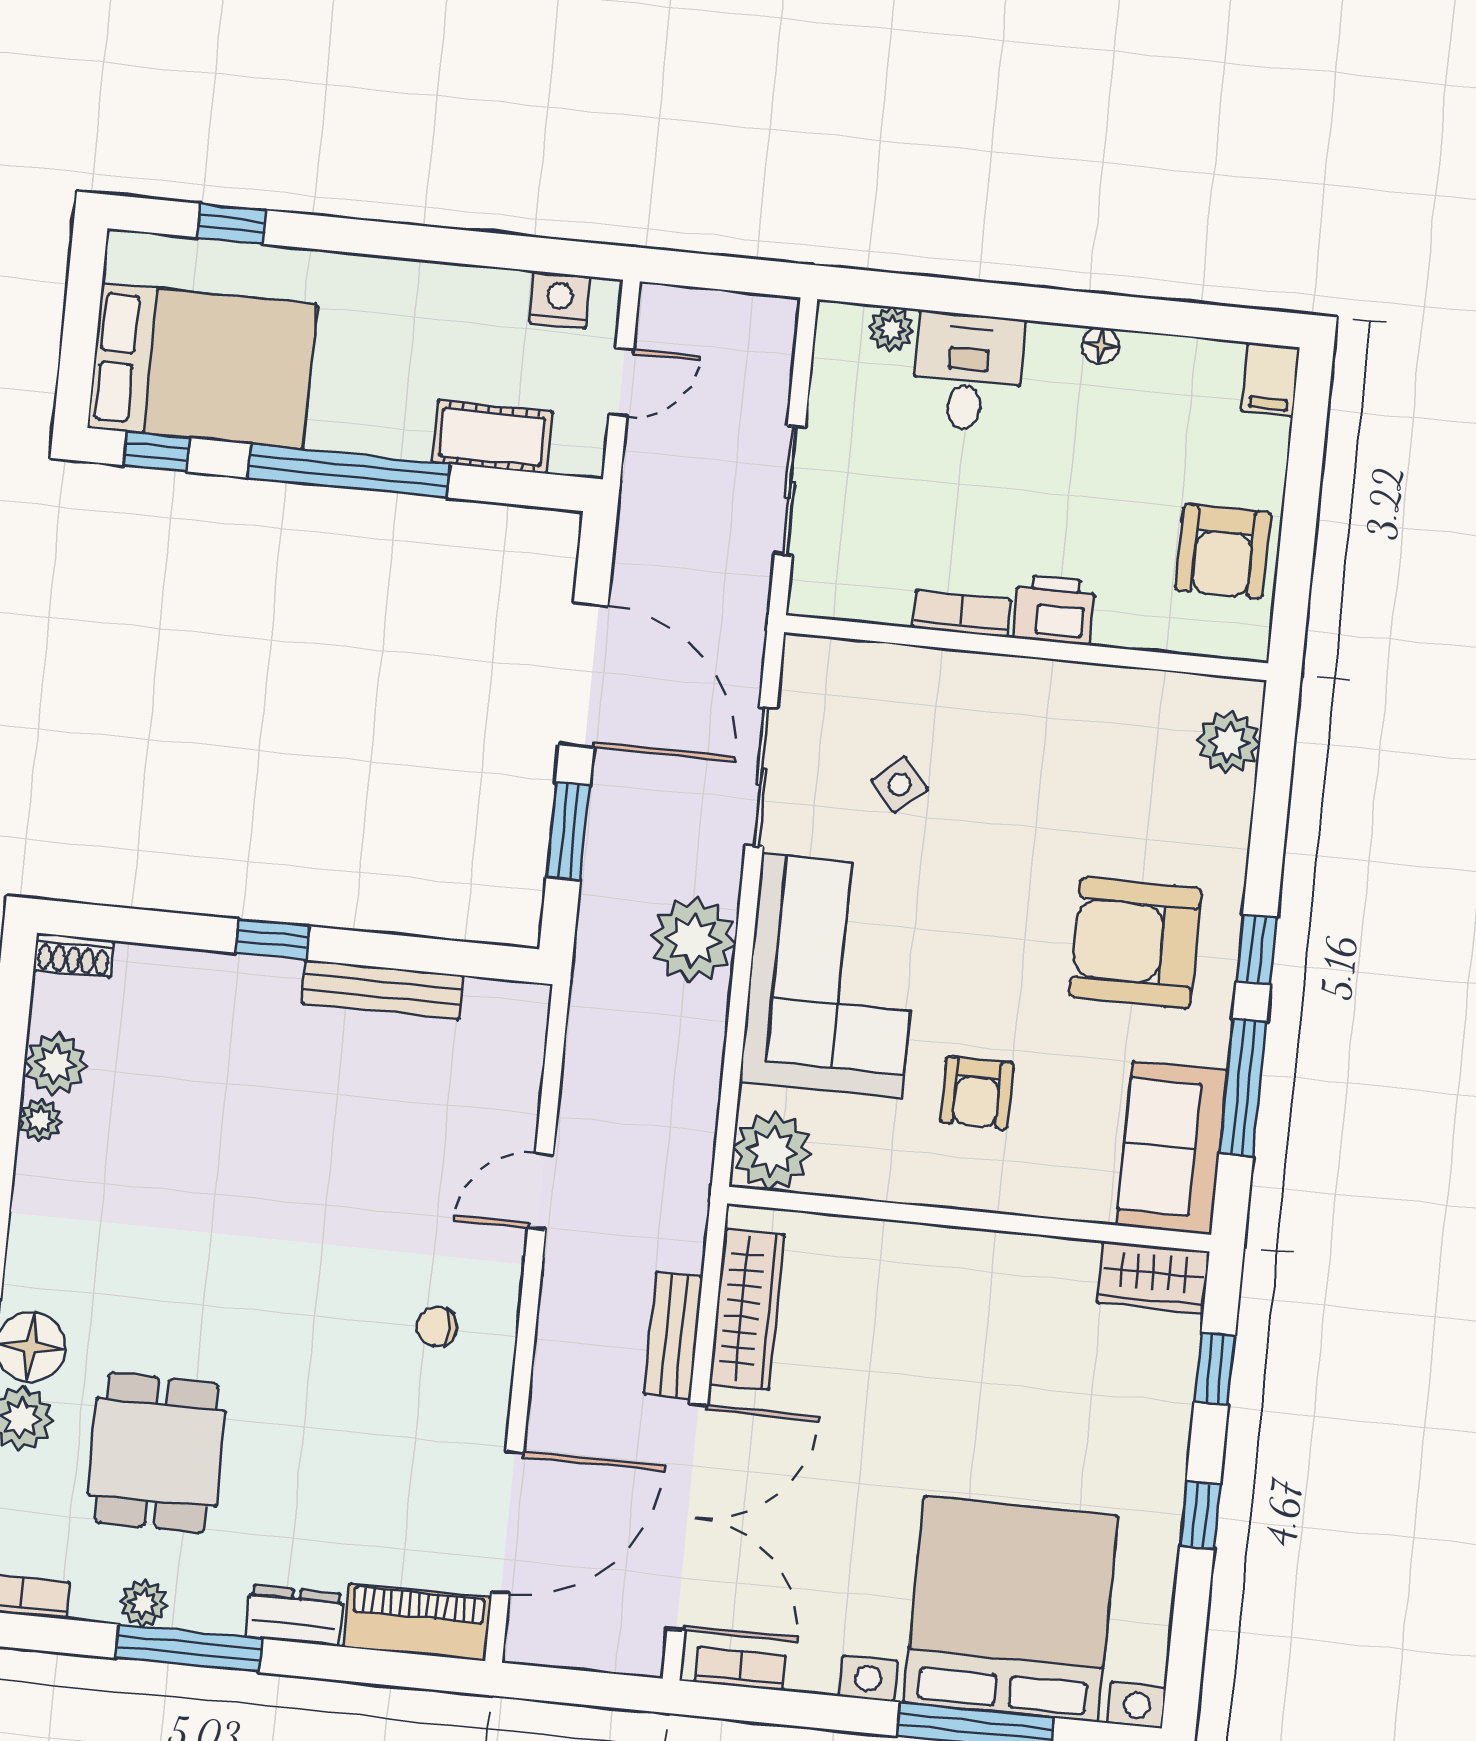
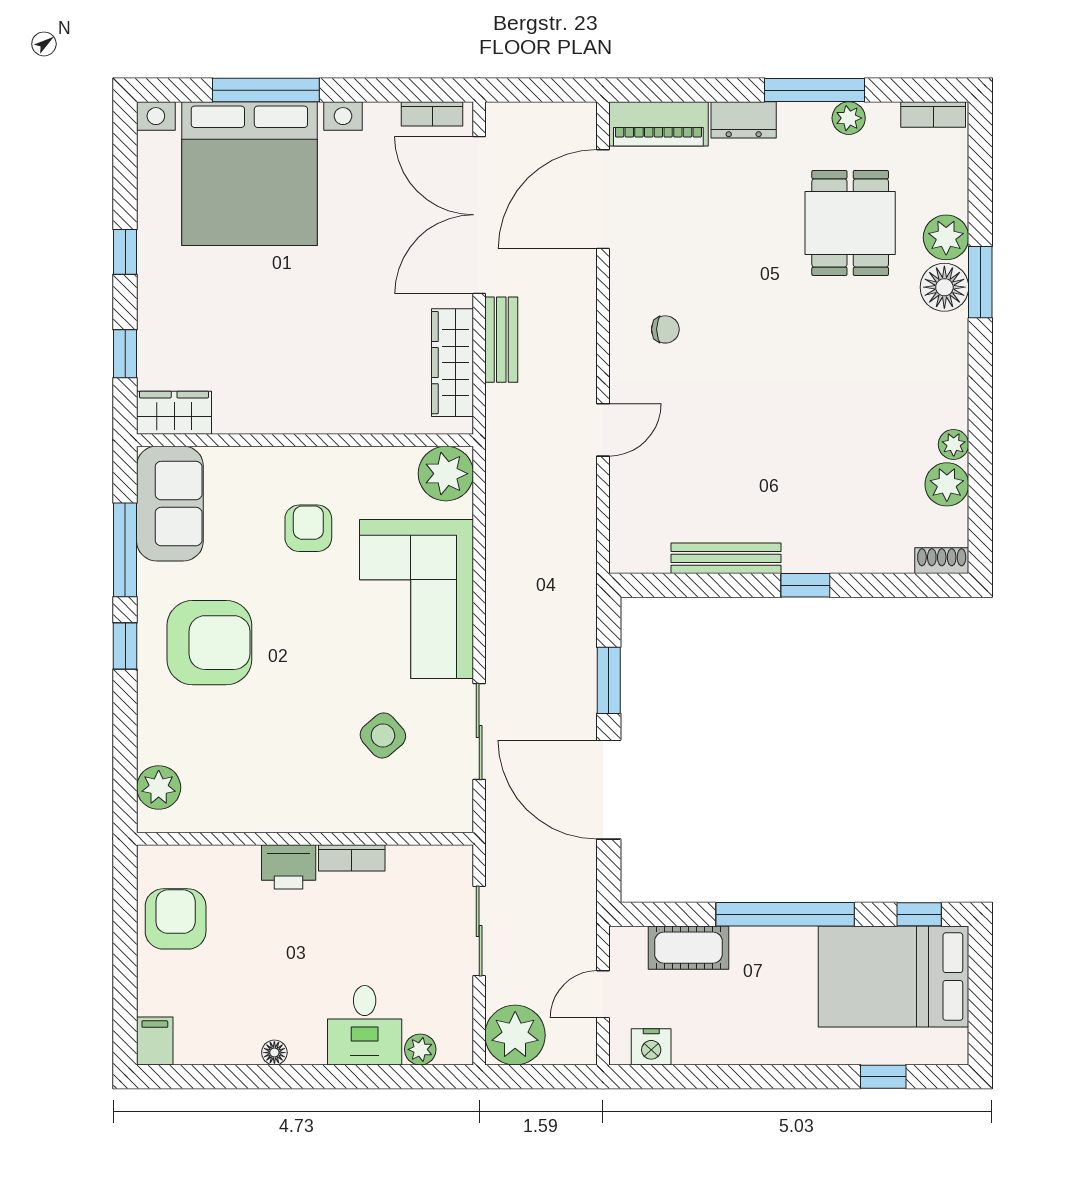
side table: (900, 785) -> (383, 735), width x1.37, depth x1.37
plant: (693, 940) -> (515, 1035), moved

